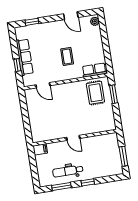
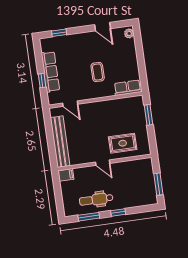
rug: (95, 93) -> (123, 143), moved, turned 90
bench: (34, 120) -> (60, 142), added

